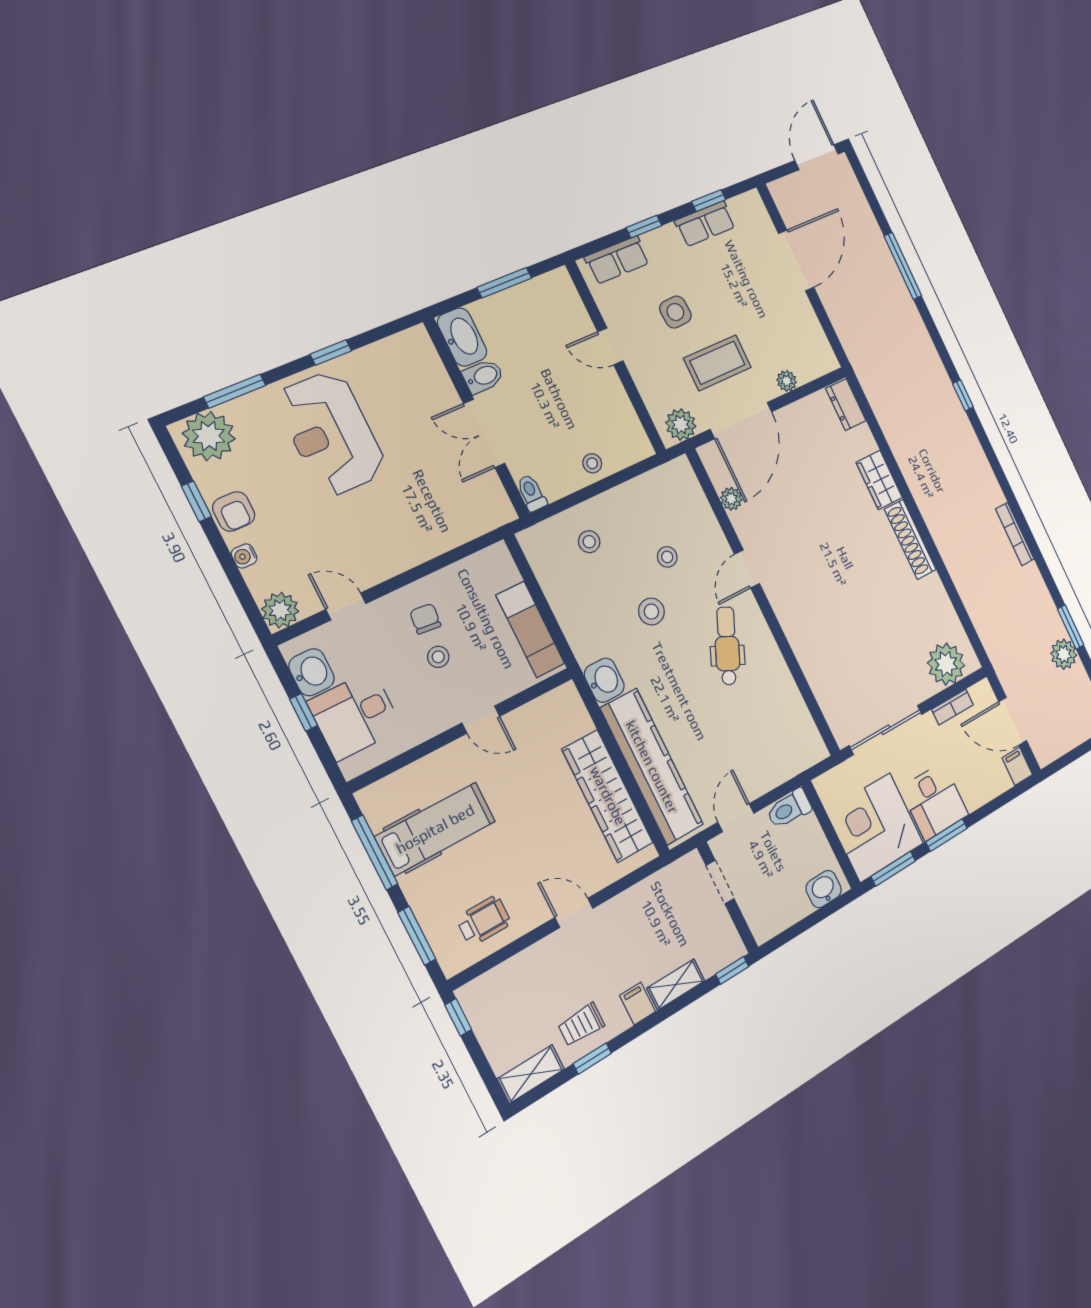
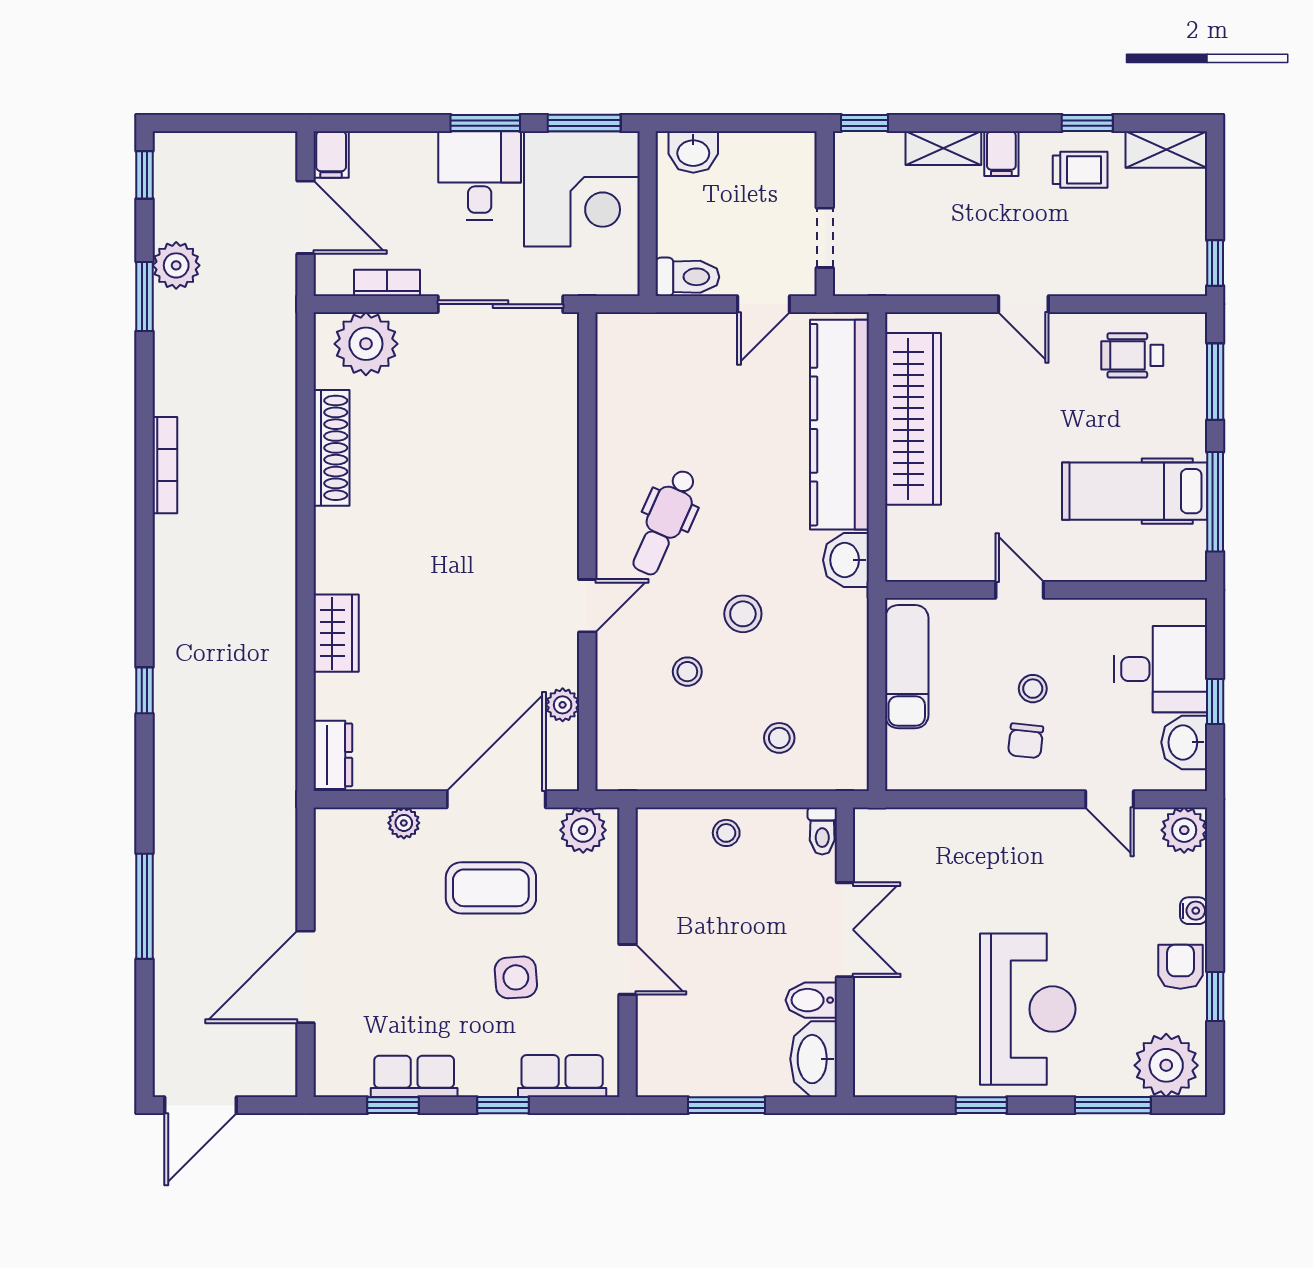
shoe rack: (910, 539) -> (331, 448), moved

